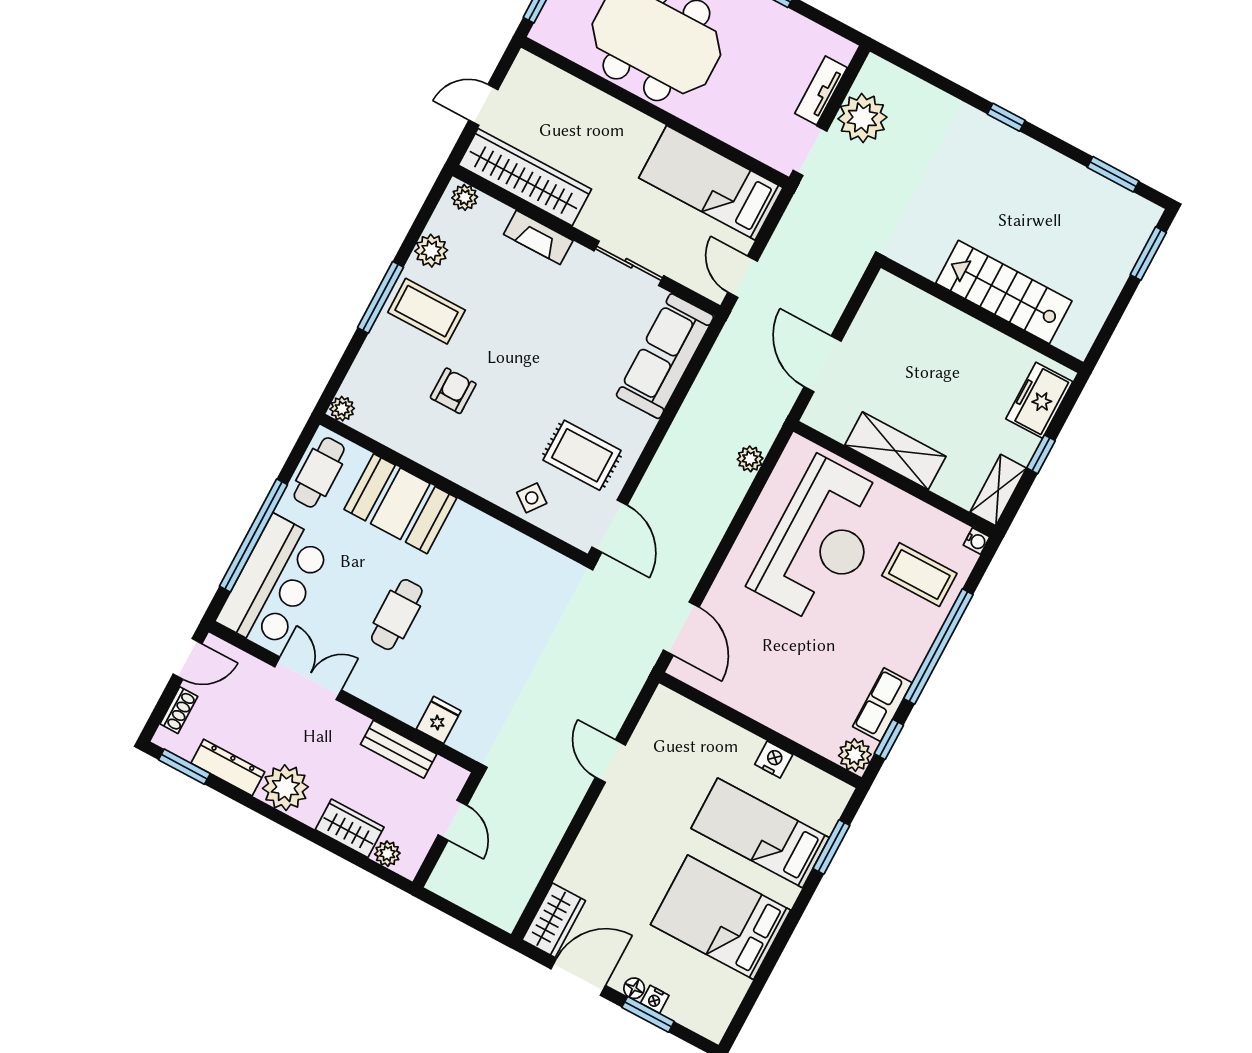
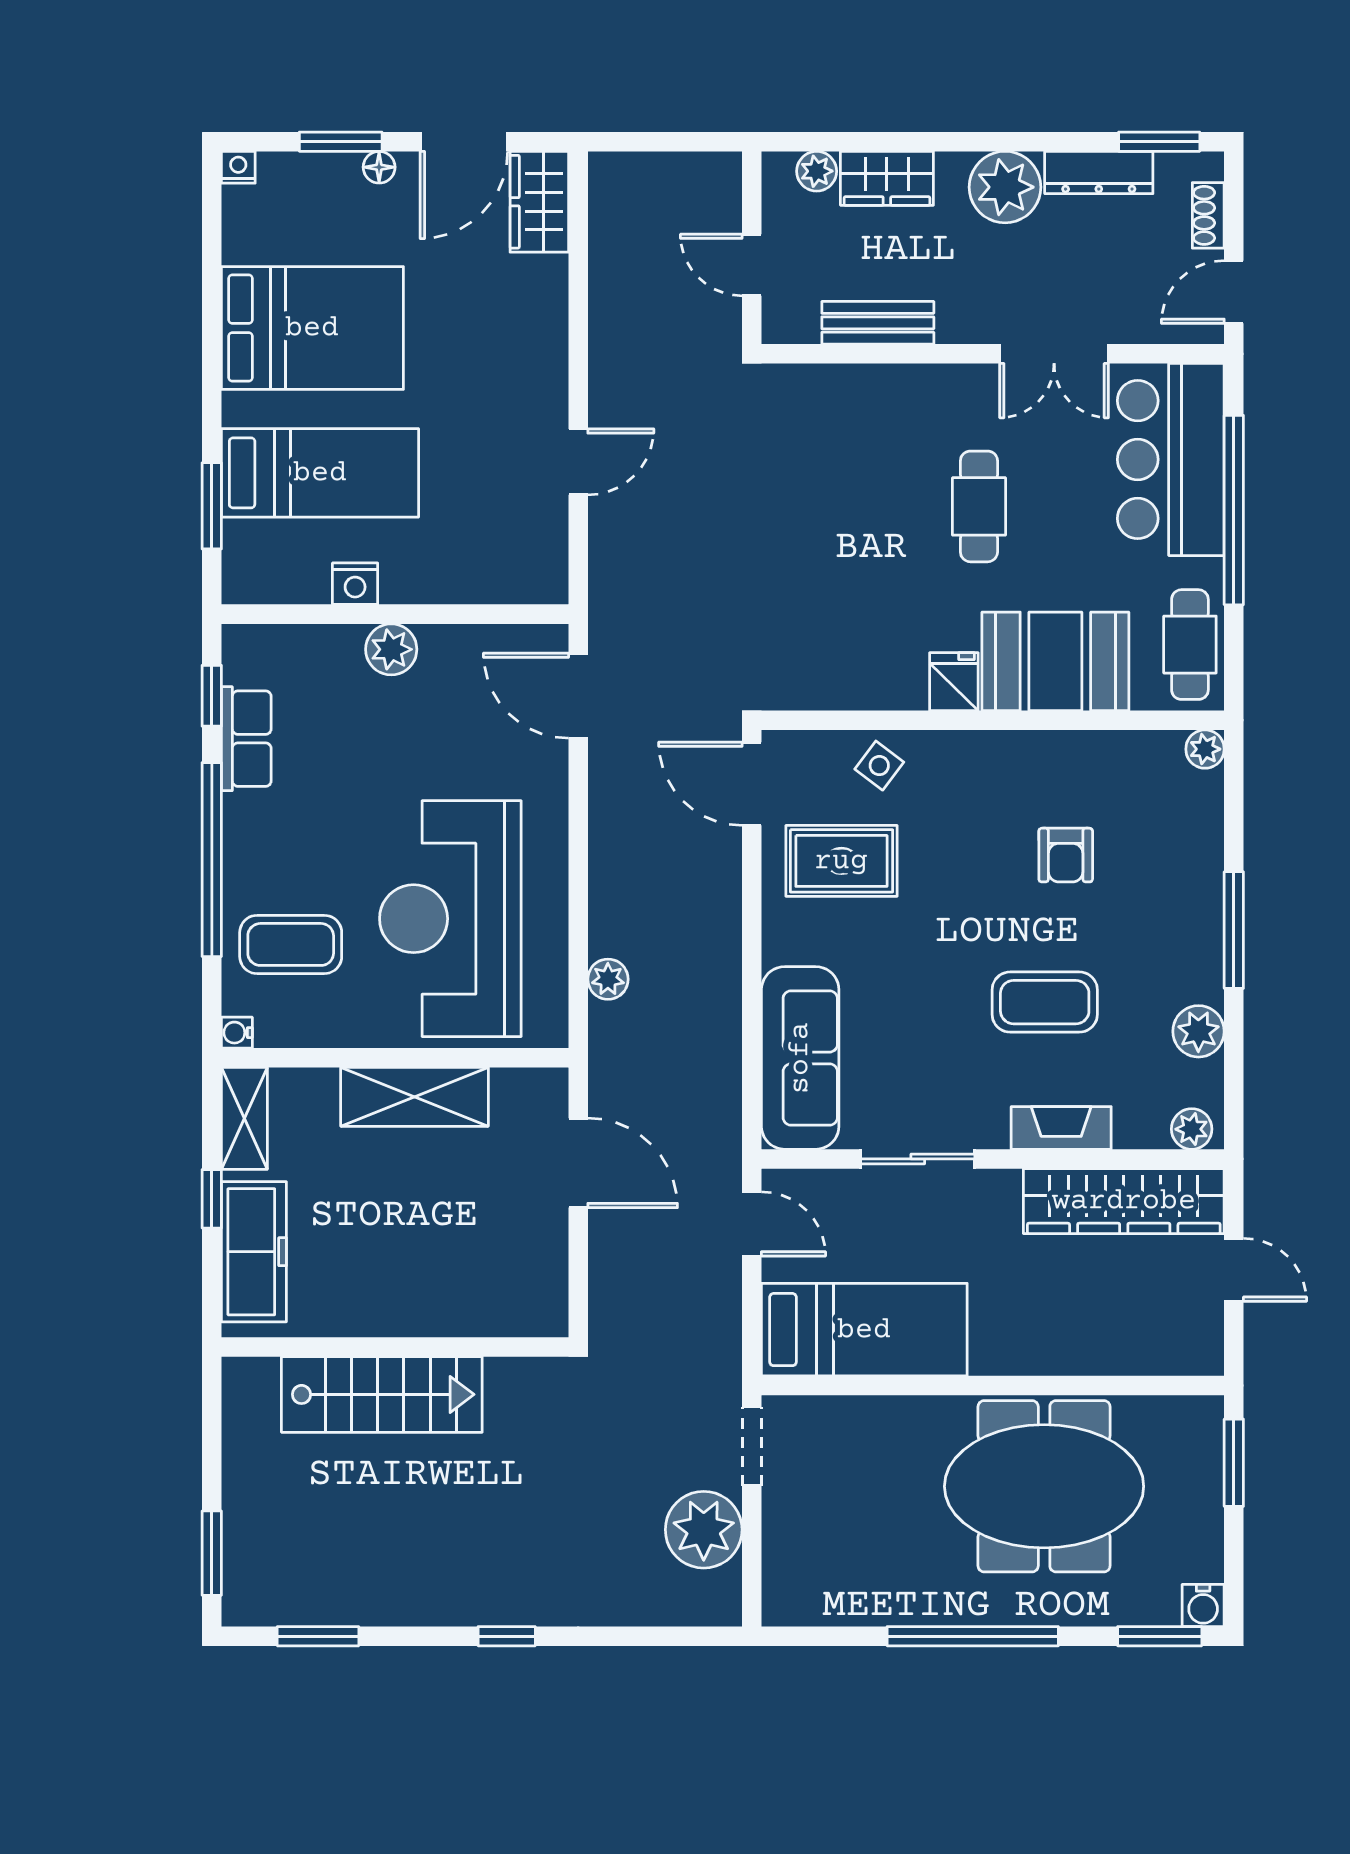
tv unit: (821, 91) -> (781, 1537), removed
door: (483, 105) -> (1234, 1270), hinge flipped
coffee table: (426, 311) -> (1045, 1002), moved
freezer: (1039, 400) -> (254, 1252), width x1.40
fridge: (439, 720) -> (954, 682), moved, turned 180
plant: (855, 755) -> (391, 649), moved
door: (610, 761) -> (578, 462), hinge flipped
nightstand: (655, 999) -> (238, 167), moved

